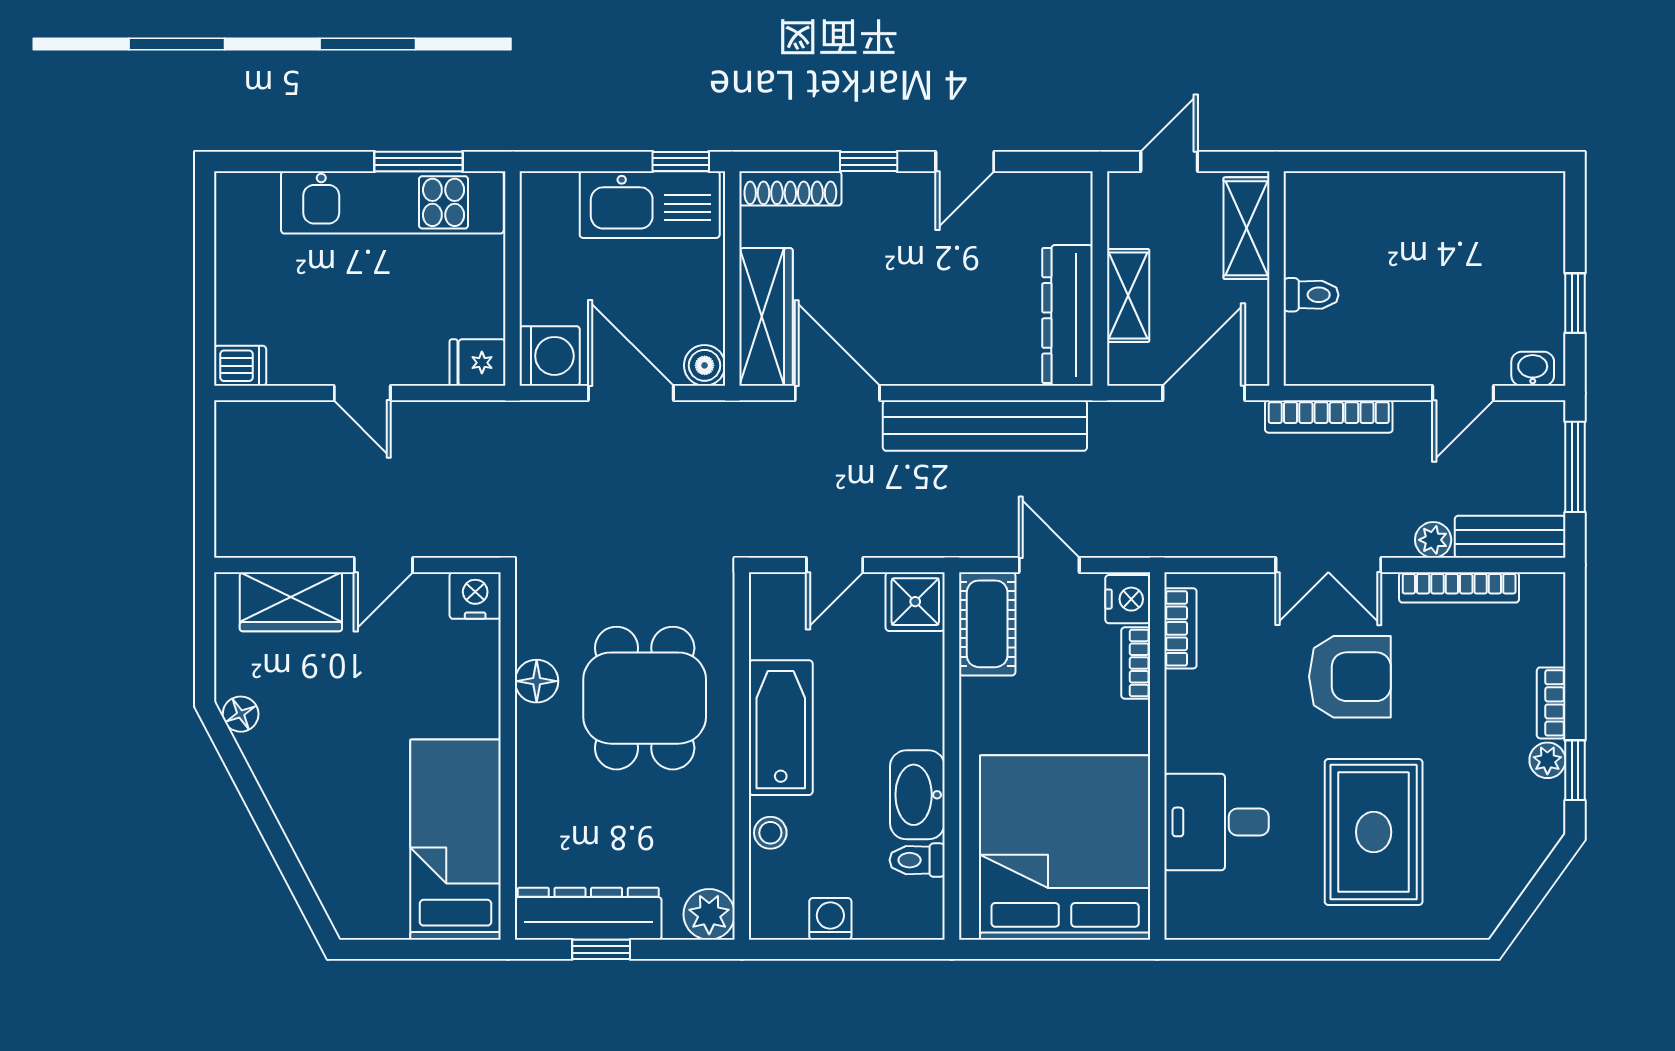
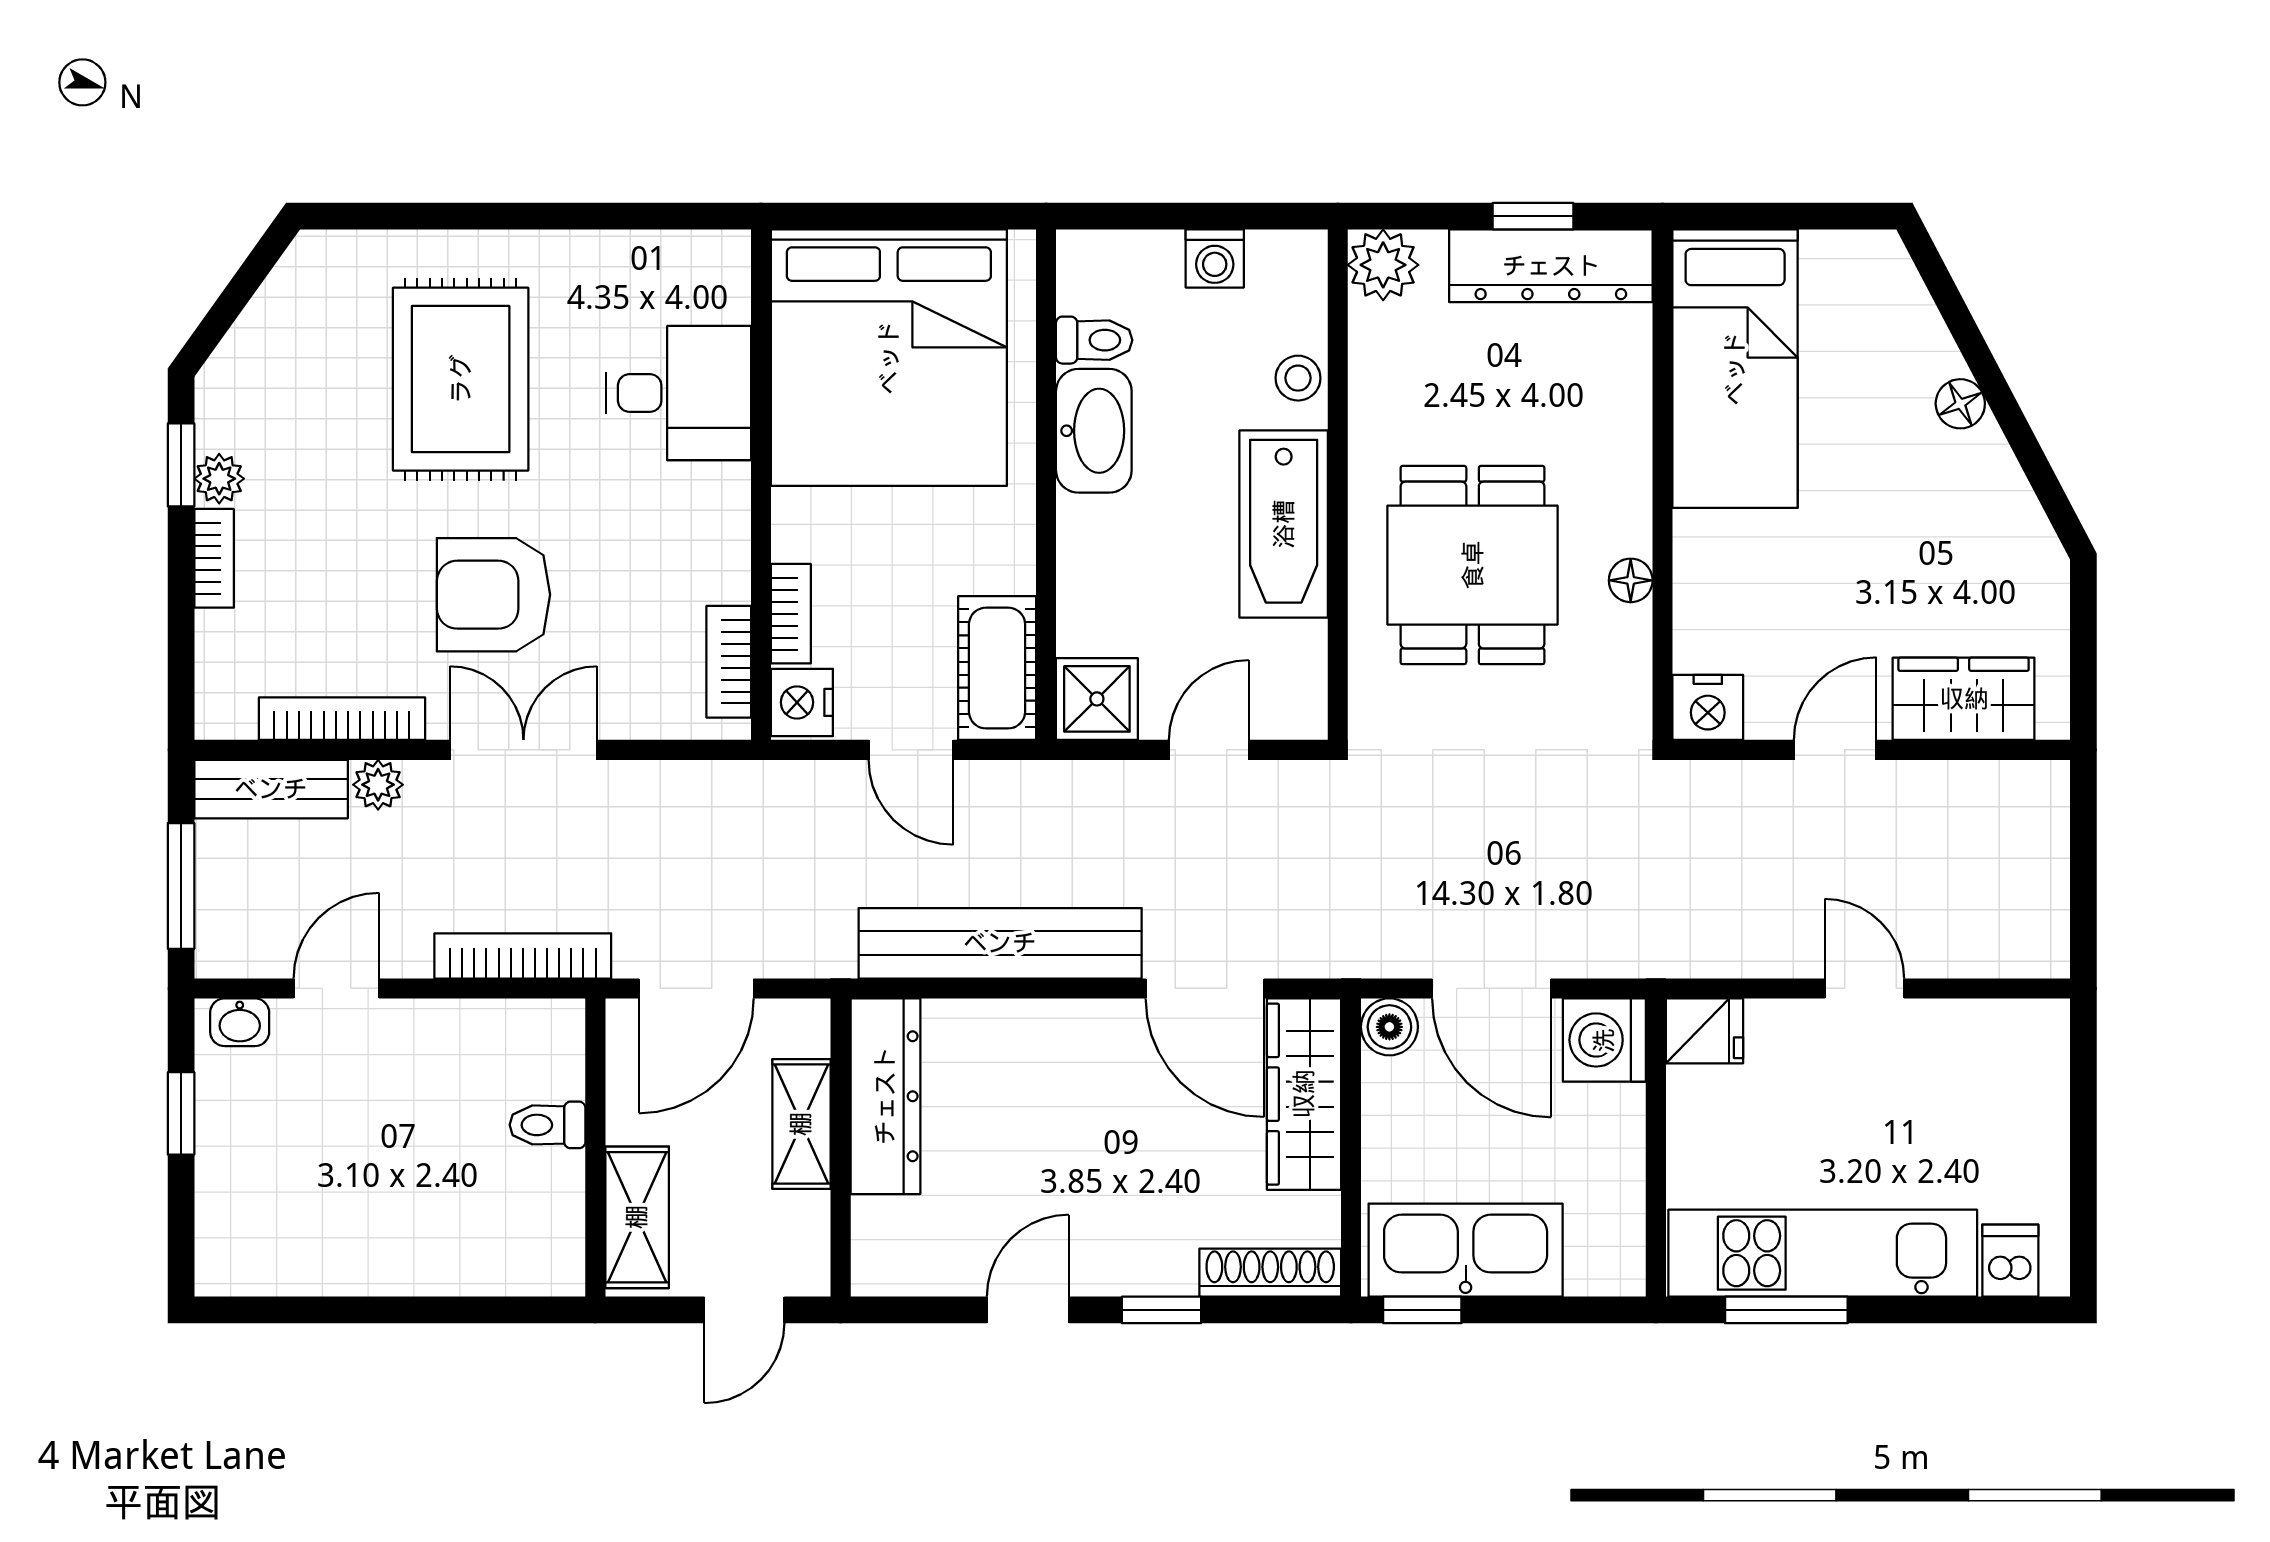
dishwasher: (240, 366) -> (2010, 1261), moved, turned 90
floor lamp: (537, 681) -> (1631, 580), width x0.73, depth x0.73
floor lamp: (241, 714) -> (1960, 404), moved

